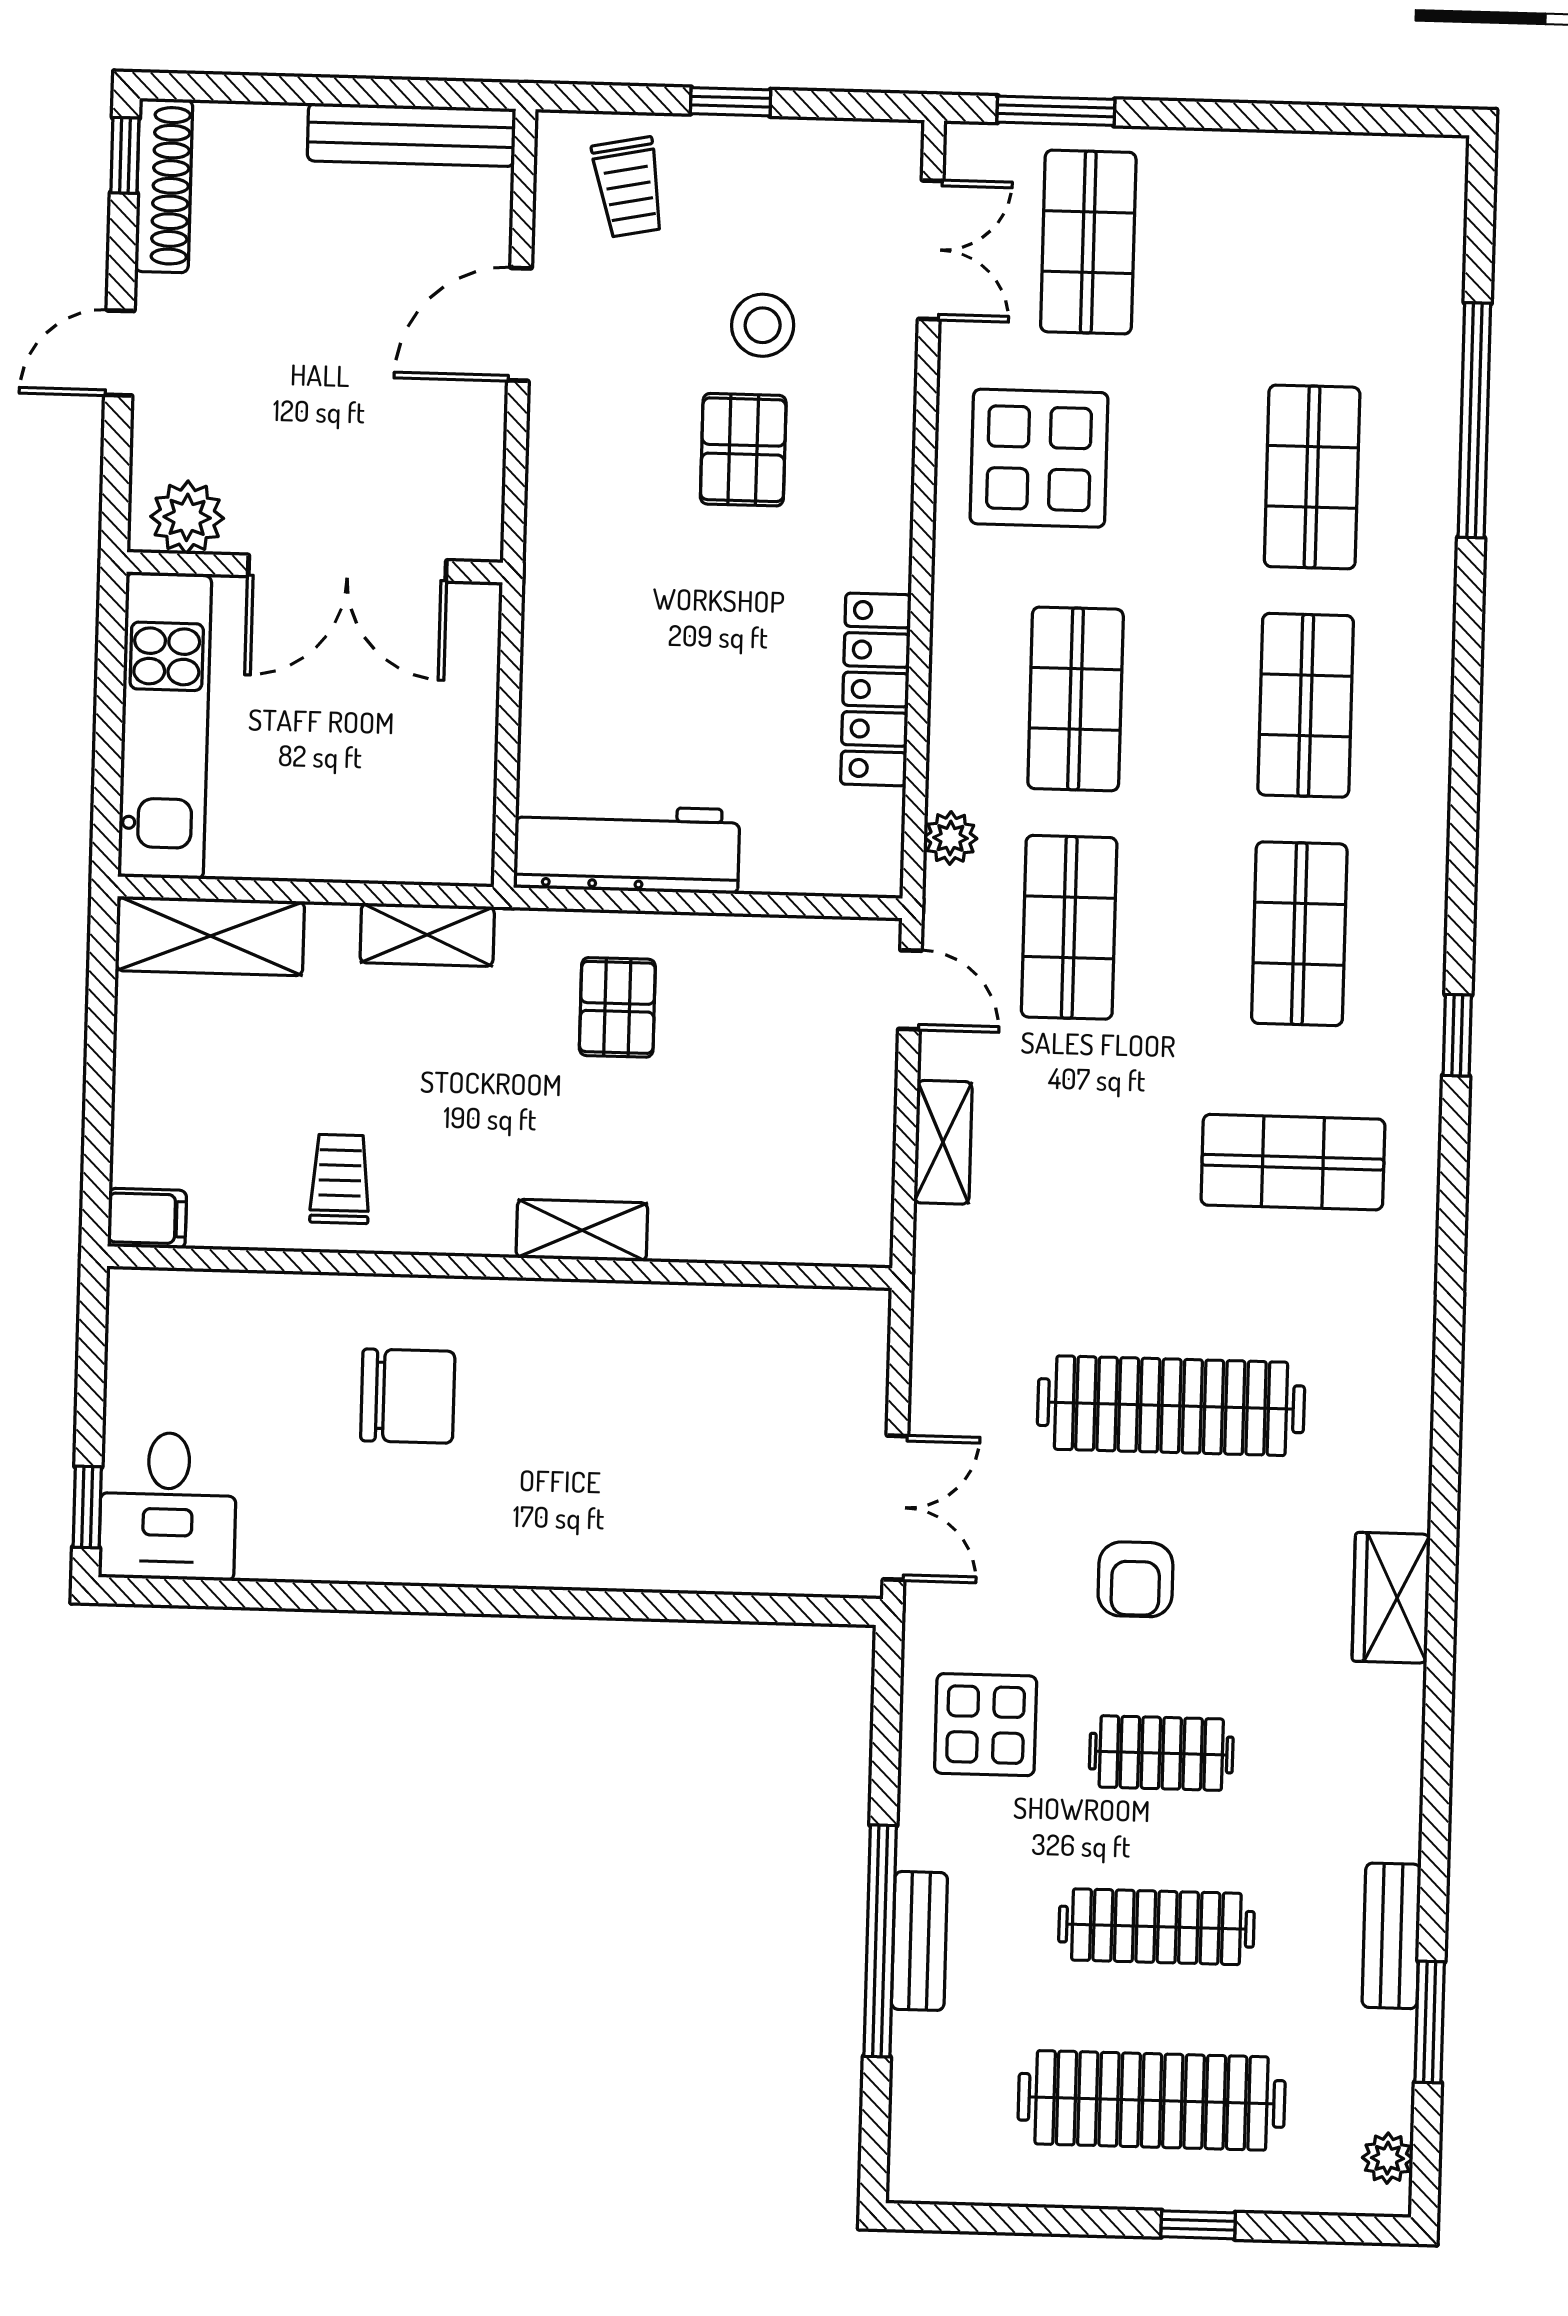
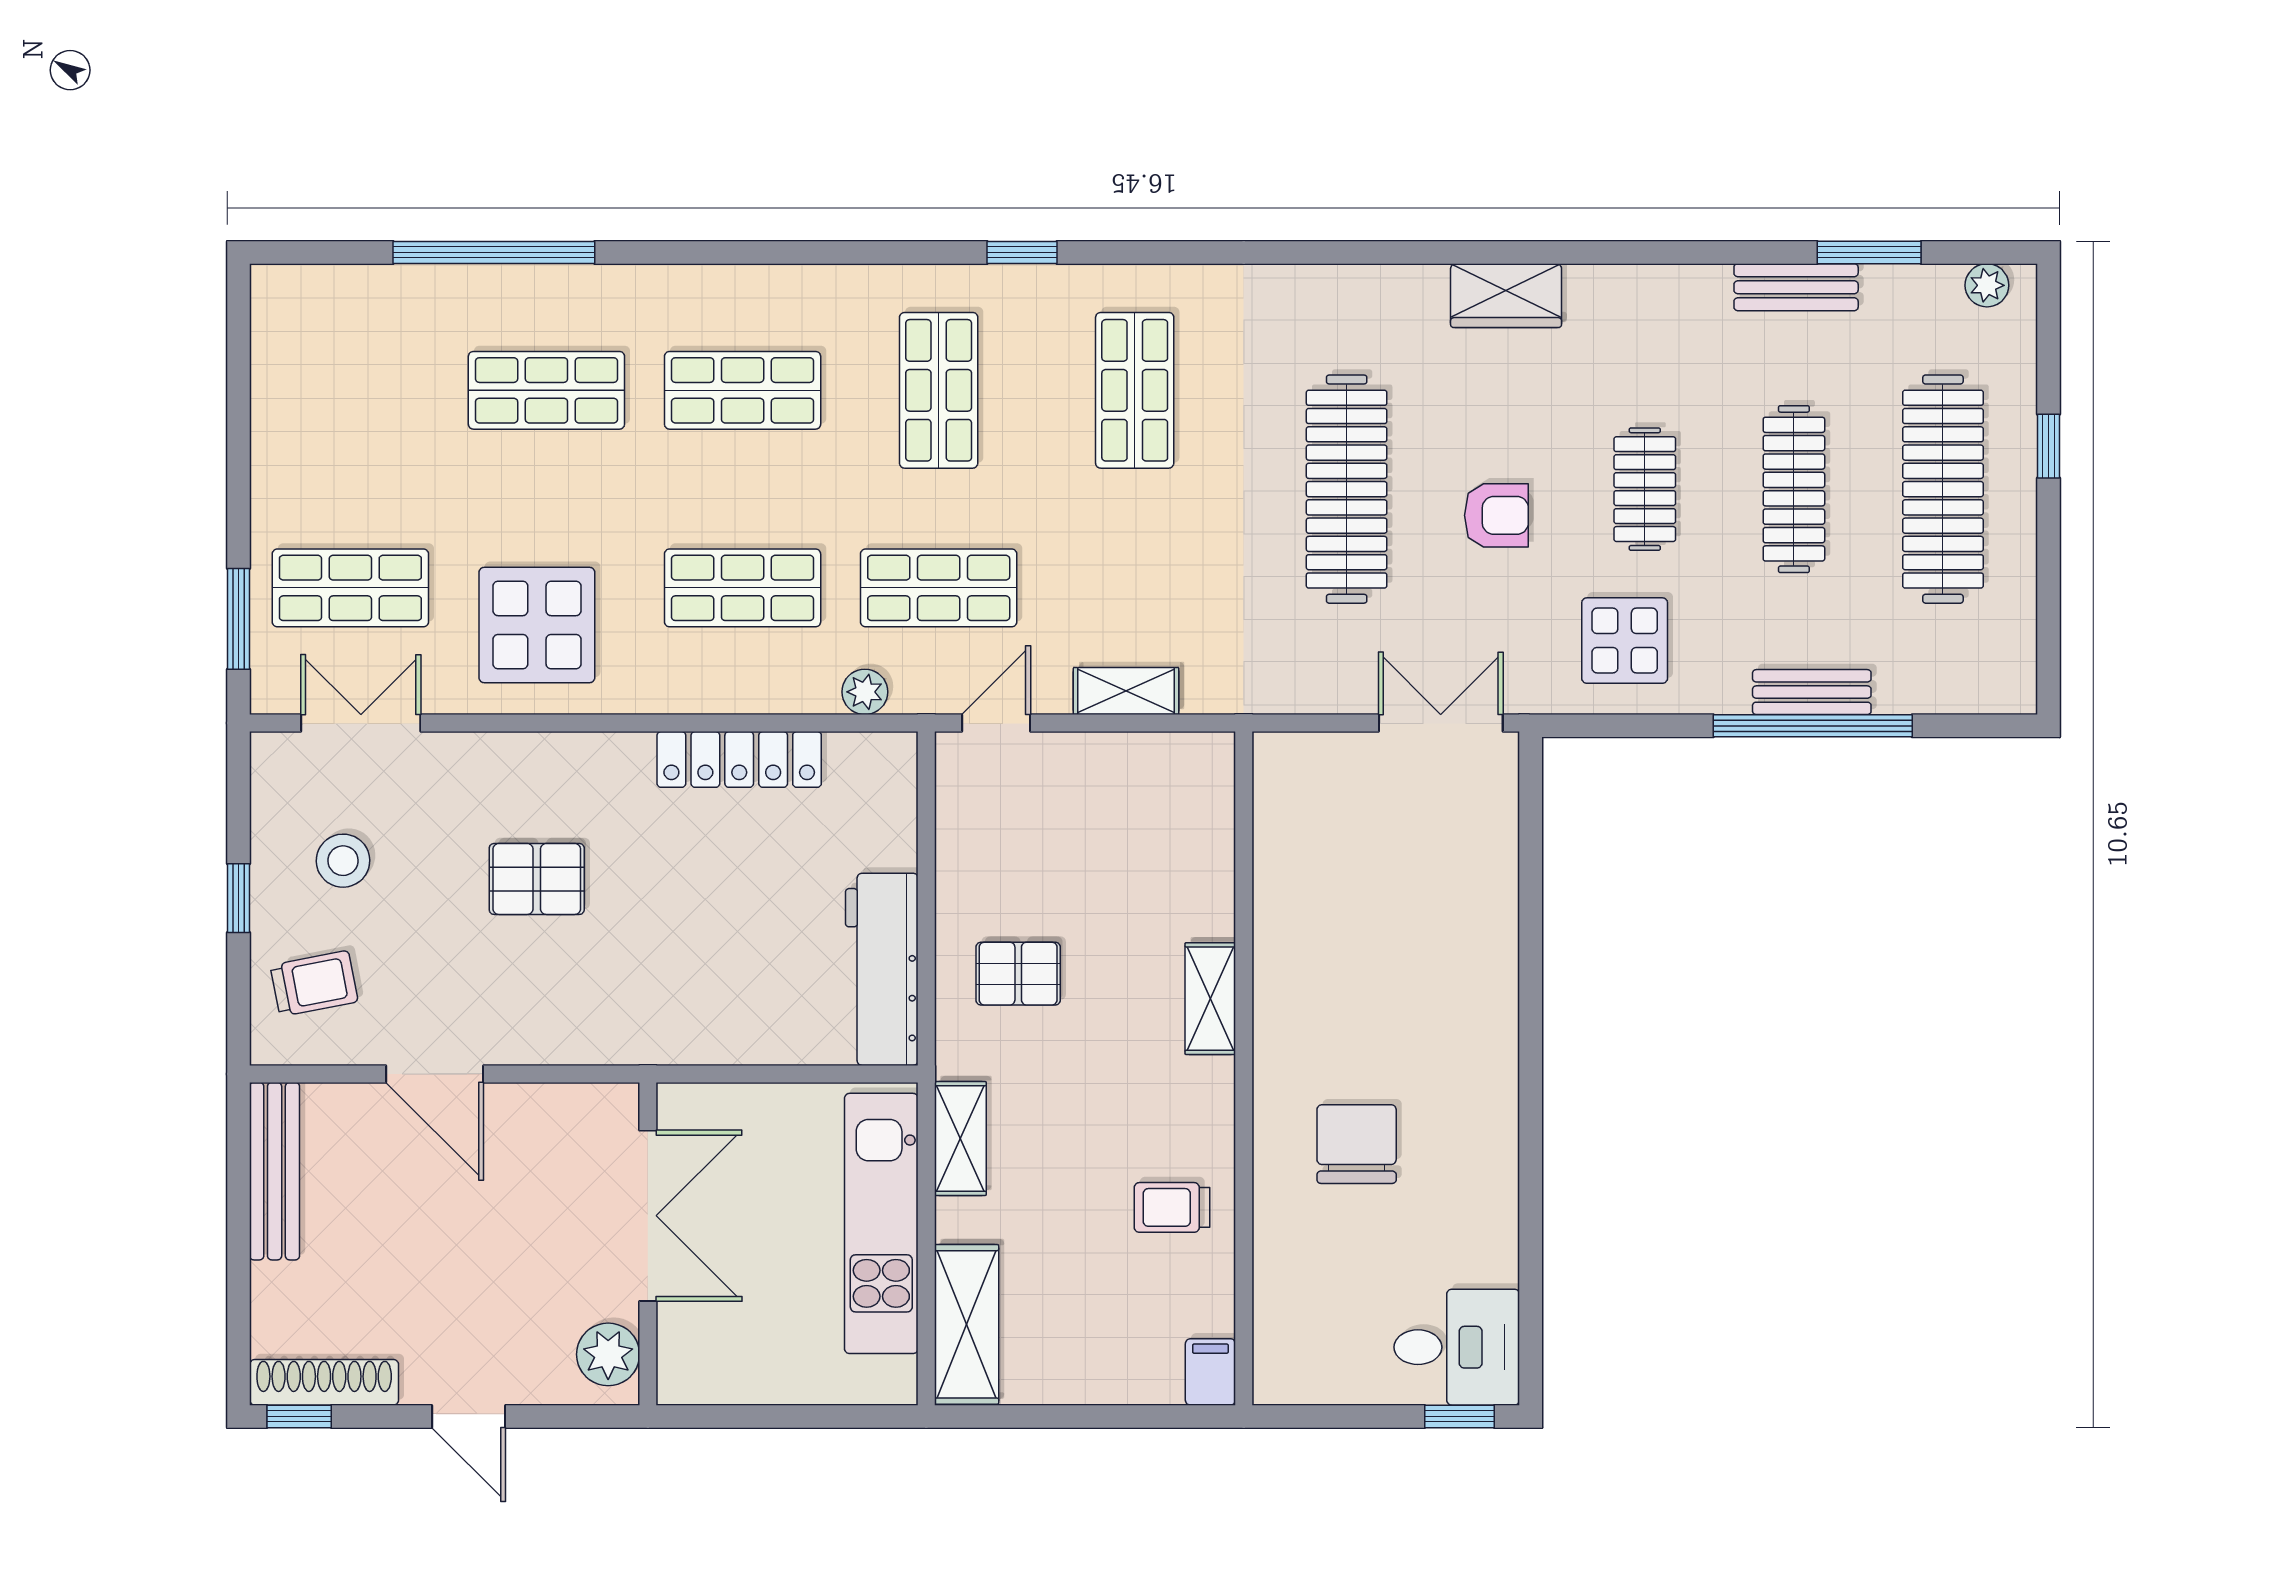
stool: (763, 325) -> (343, 861), moved
kitchen unit: (165, 726) -> (881, 1223), moved, turned -90
shop shelf: (1299, 934) -> (939, 390), turned 90

